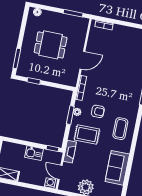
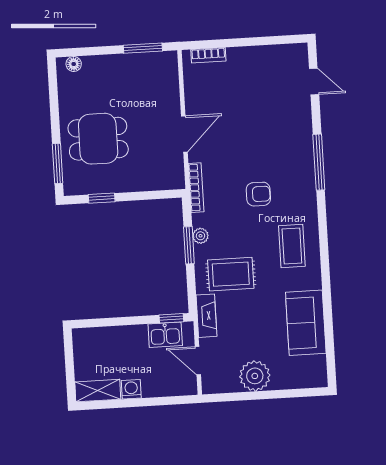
dining table: (51, 45) -> (98, 139), moved
armchair: (98, 111) -> (258, 194), moved
kitchen sink: (34, 153) -> (165, 335), moved
washing machine: (50, 183) -> (131, 389), moved

